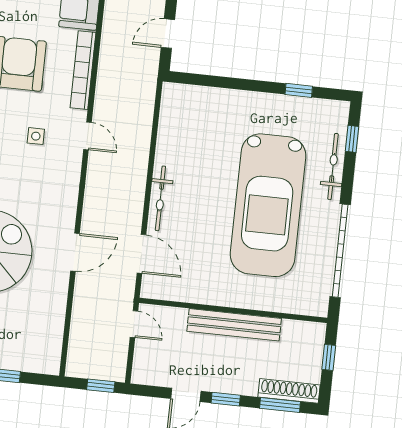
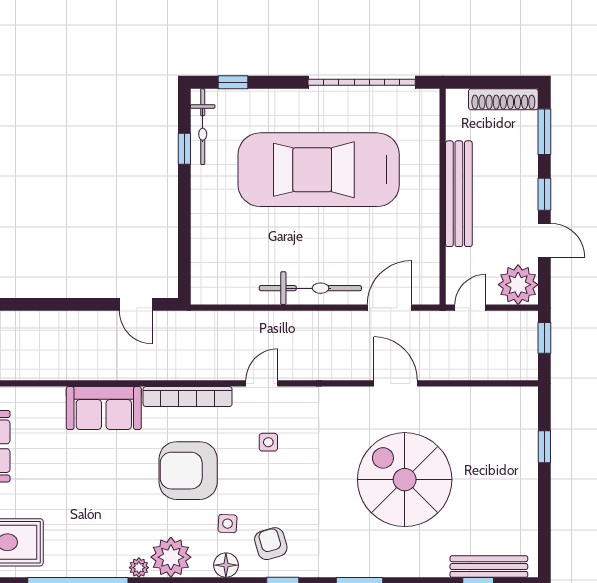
bicycle: (333, 166) -> (203, 127), moved, turned -90
bicycle: (160, 198) -> (310, 288), width x1.37, depth x1.40
car: (268, 205) -> (319, 170), turned 180
window: (329, 357) -> (484, 82), removed
plant: (150, 368) -> (518, 285), added
shoe rack: (289, 391) -> (503, 99), moved, turned -90

